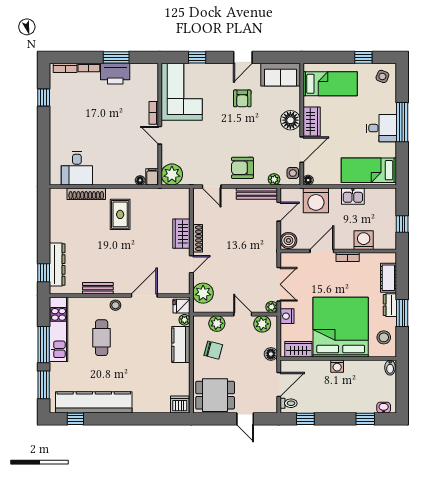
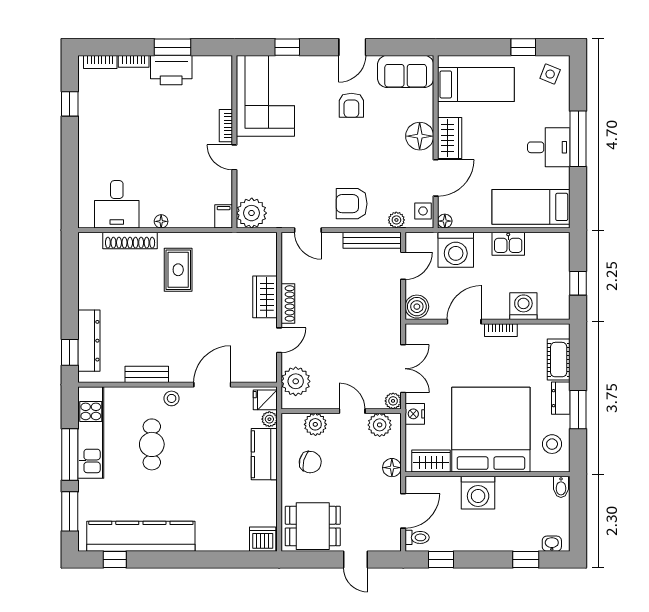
floor lamp: (140, 180) -> (161, 221), moved
washing machine: (337, 366) -> (478, 493), width x1.89, depth x1.89

